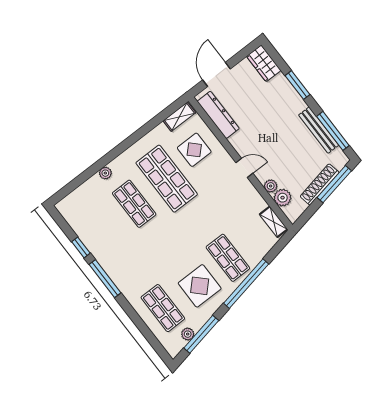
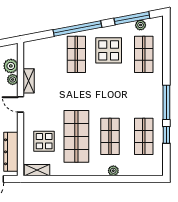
shelving: (274, 222) -> (29, 81), moved
shop shelf: (102, 229) -> (144, 136), added

